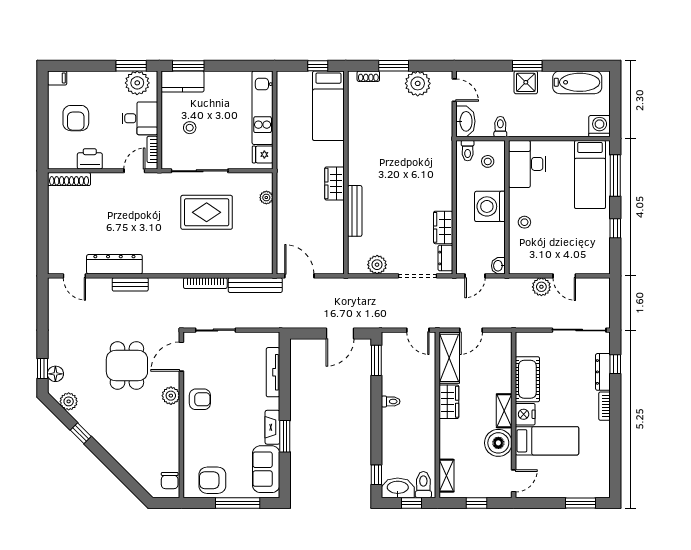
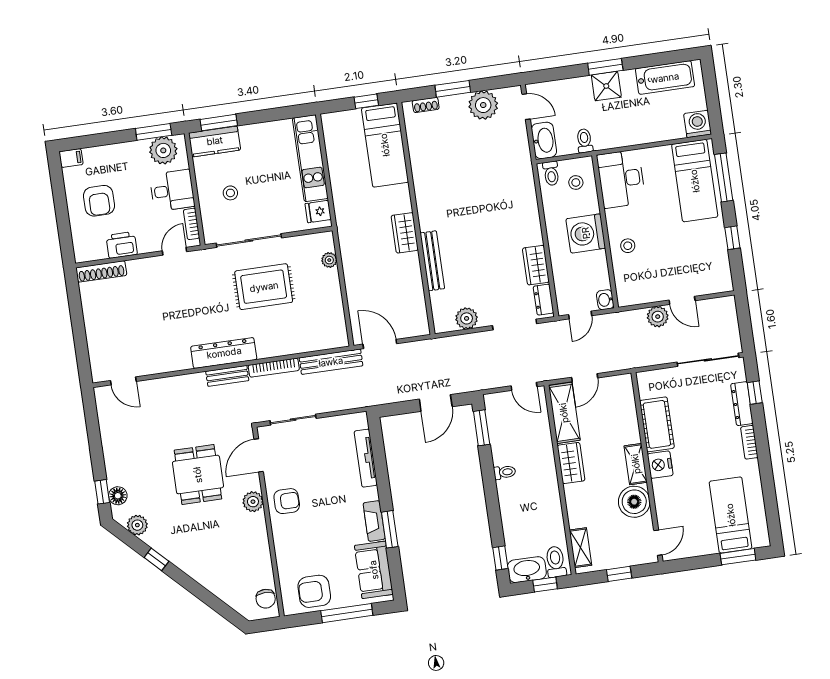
dresser: (114, 264) -> (224, 353), moved
bench: (130, 284) -> (227, 376), moved
bed: (547, 441) -> (731, 515), moved, turned -90

